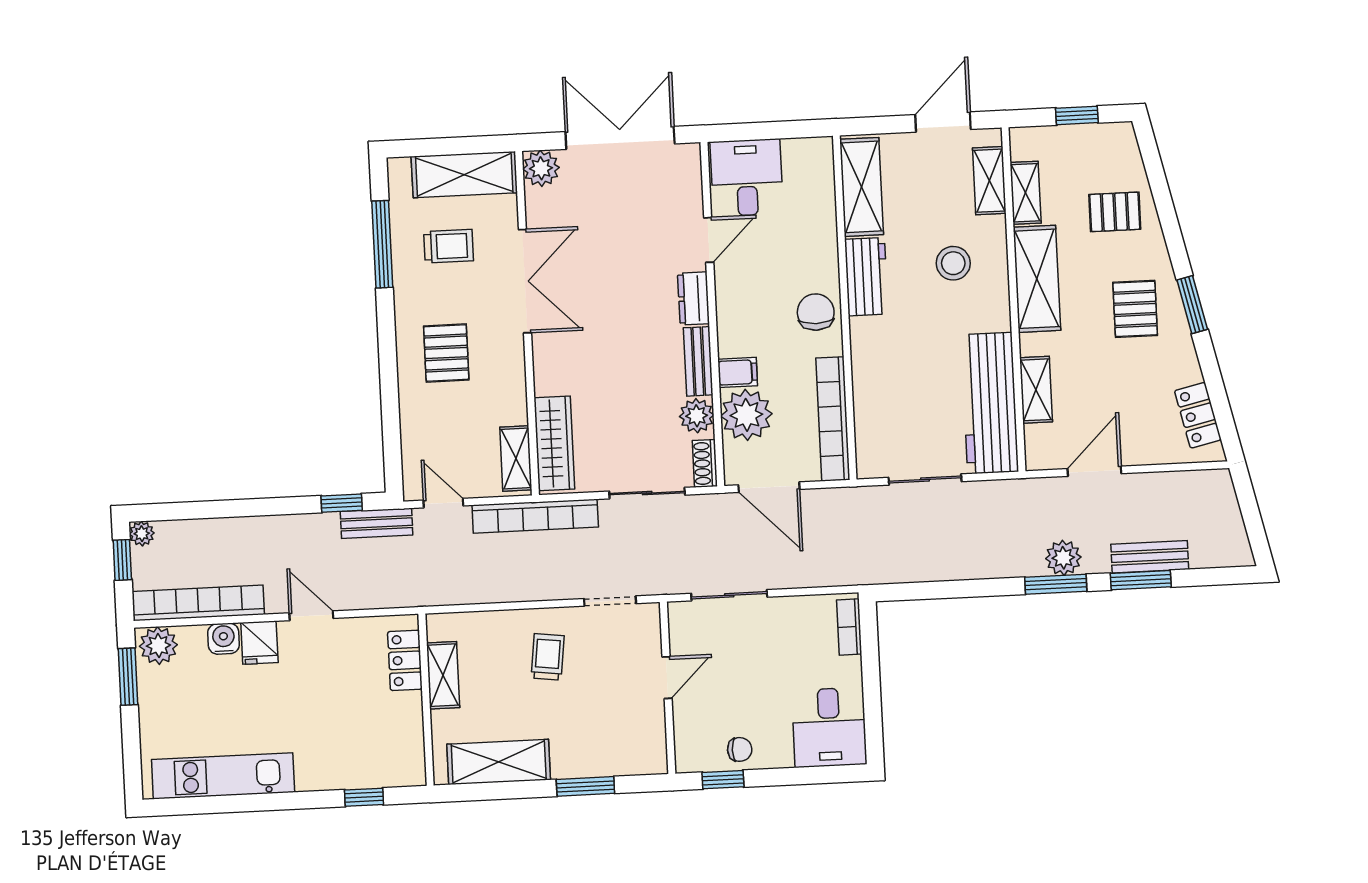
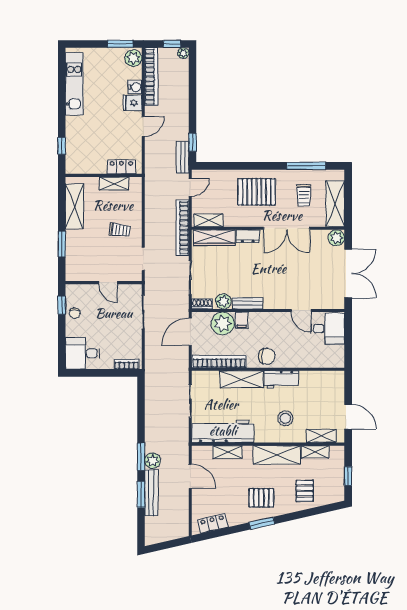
shelving: (862, 187) -> (241, 379), moved
dresser: (694, 298) -> (248, 236), moved, turned 180
pallet: (446, 353) -> (257, 192), width x1.50, depth x1.42
bench: (1150, 557) -> (151, 493), width x1.36

